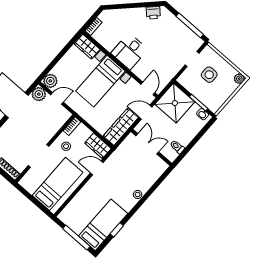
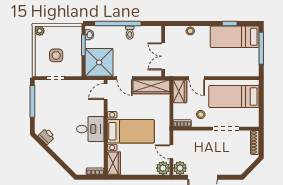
double door: (147, 144) -> (163, 56), moved
window: (192, 144) -> (118, 23), added
wall: (151, 147) -> (163, 51), moved

